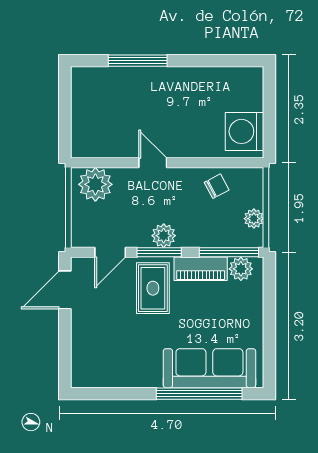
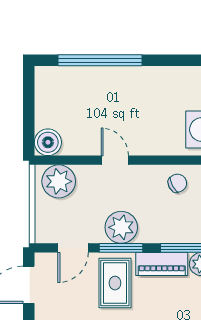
window: (138, 61) -> (100, 60), width x1.46
boiler: (84, 144) -> (48, 142), added
plant: (164, 236) -> (121, 227), width x1.36, depth x1.36

